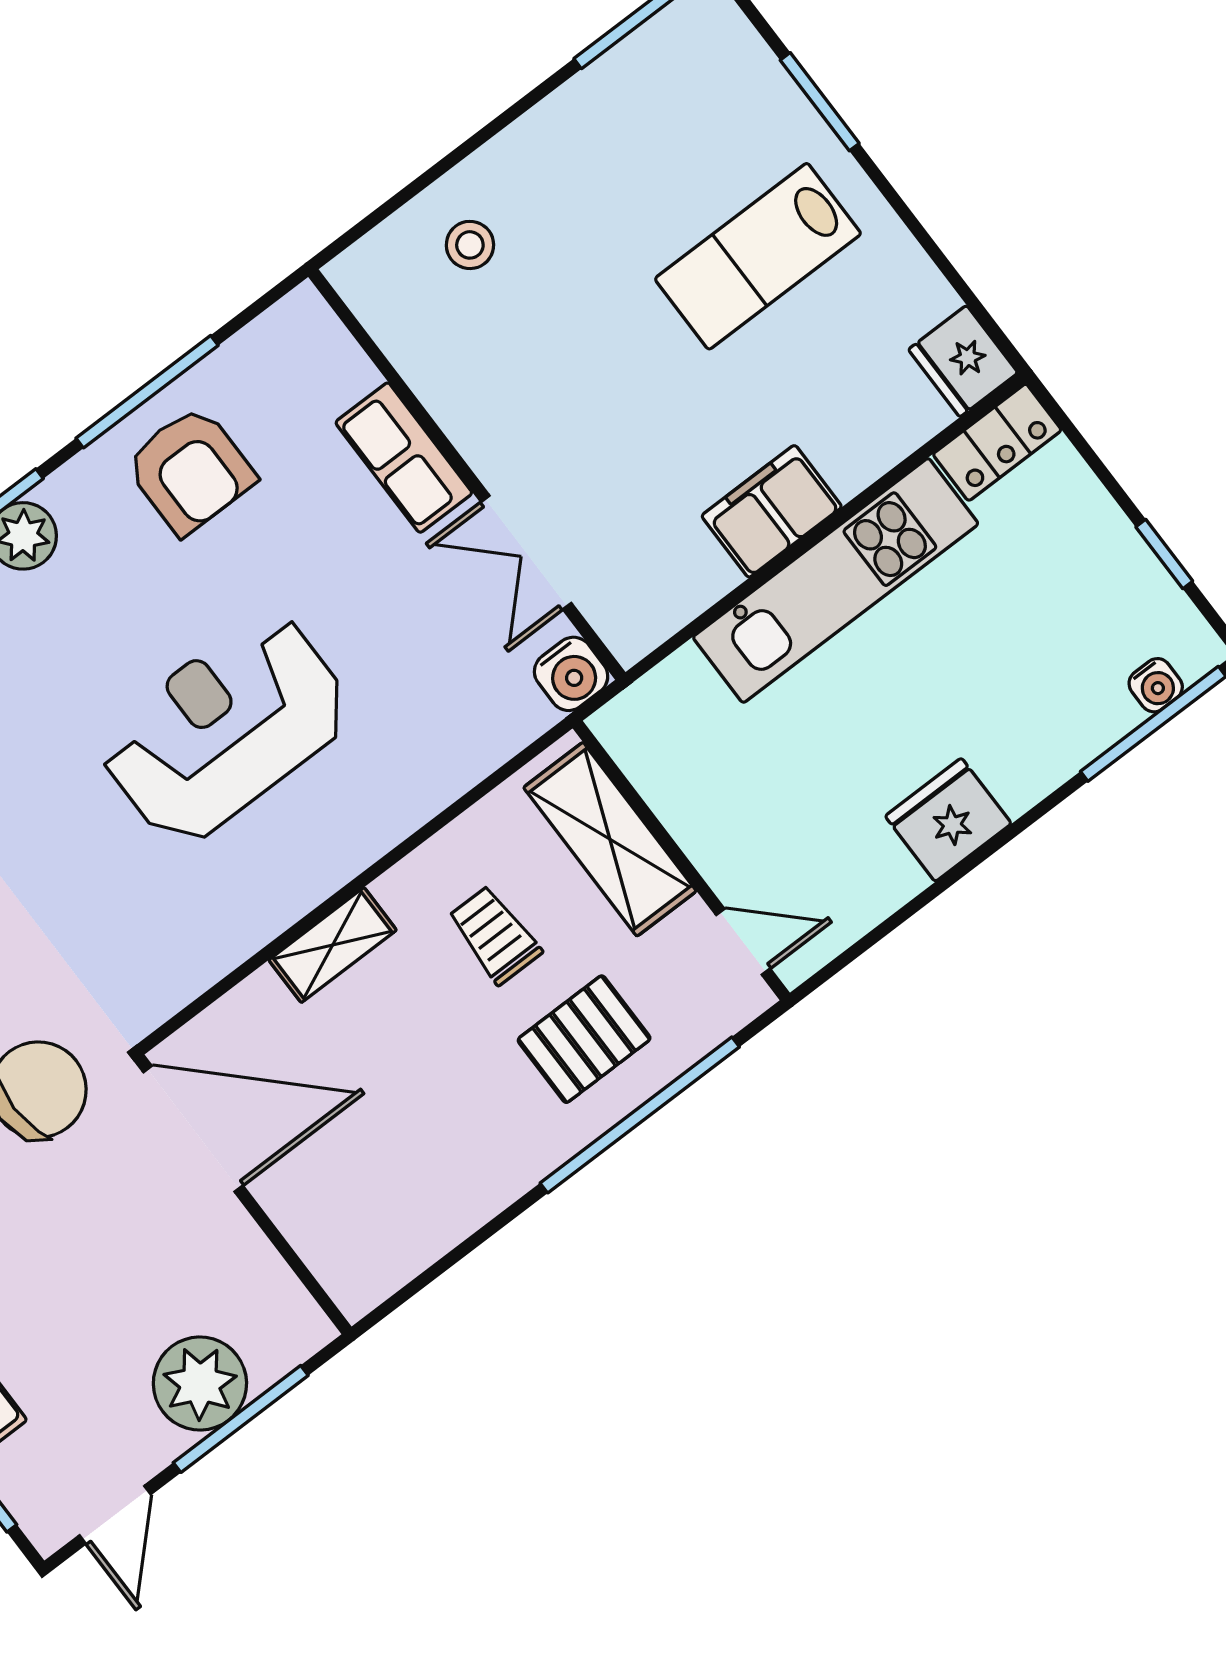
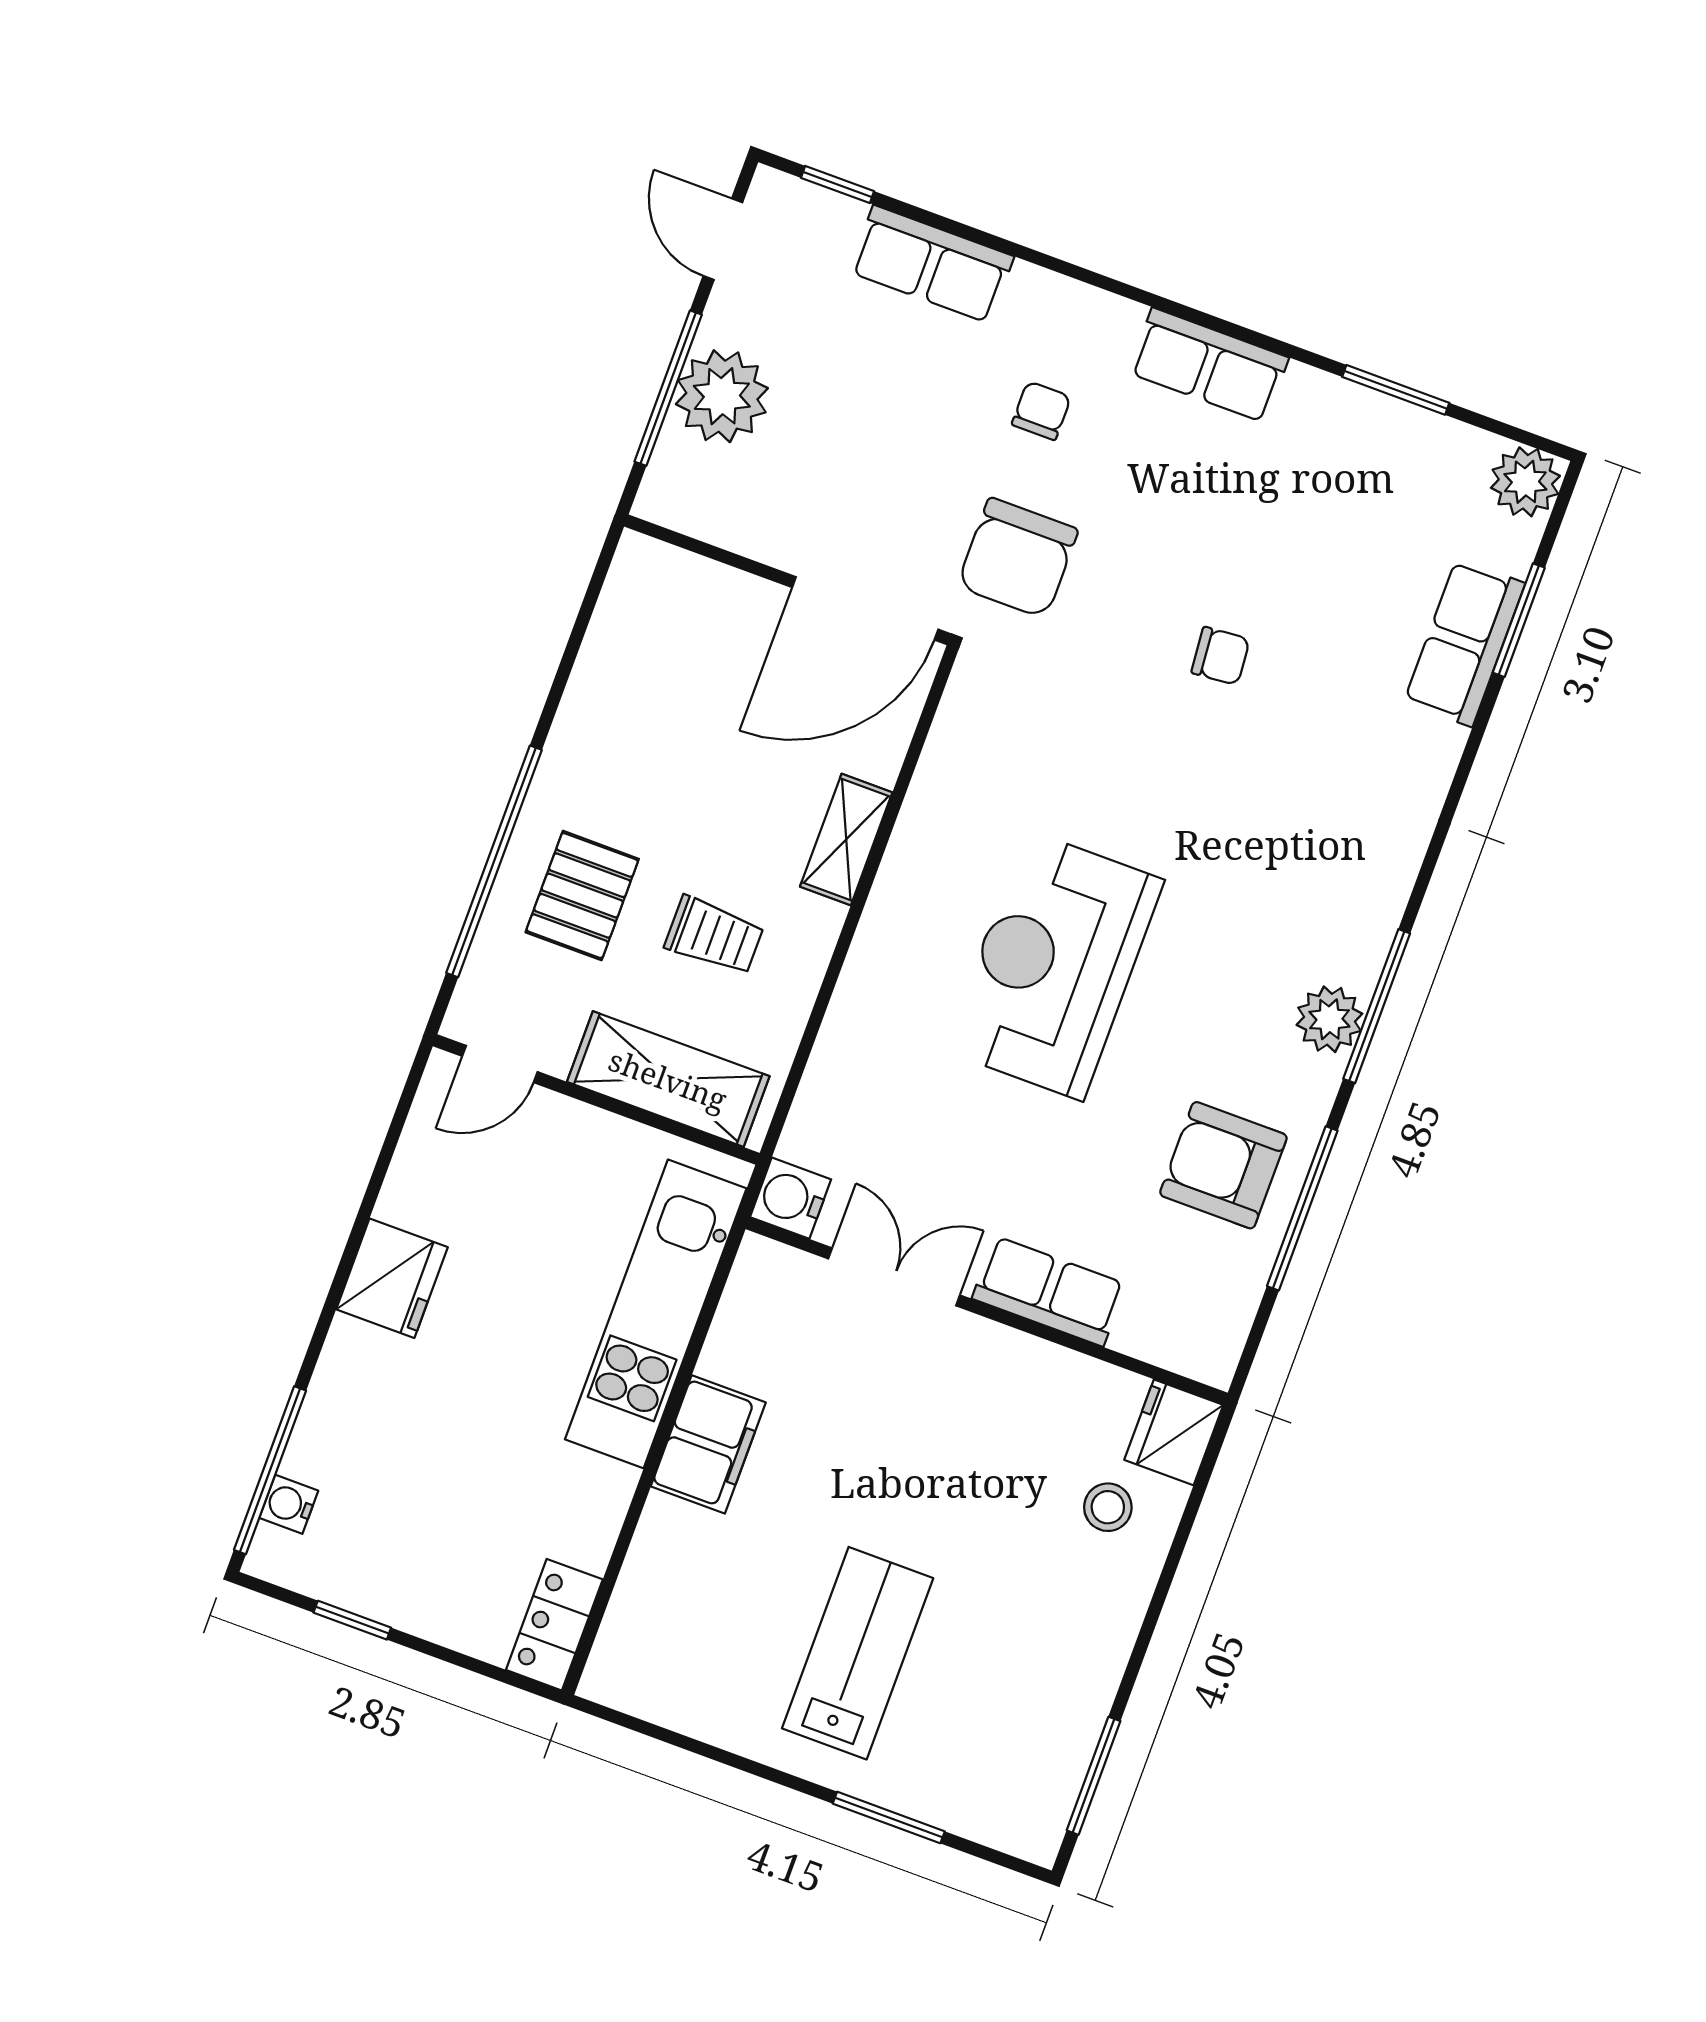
fridge: (963, 361) -> (1174, 1432), moved, turned -90
kitchen unit: (836, 580) -> (656, 1314), moved
reception desk: (225, 728) -> (1054, 965), turned 180

